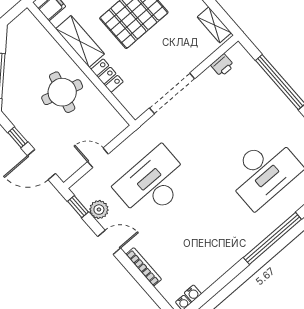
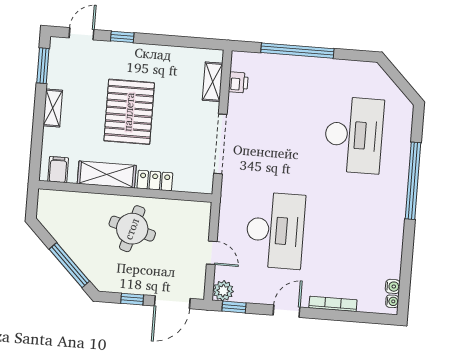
shelving: (214, 25) -> (213, 82), moved, turned 90
door: (98, 158) -> (212, 253), swing flipped
desk: (153, 183) -> (275, 230), turned 180
plant: (99, 210) -> (223, 291), moved

